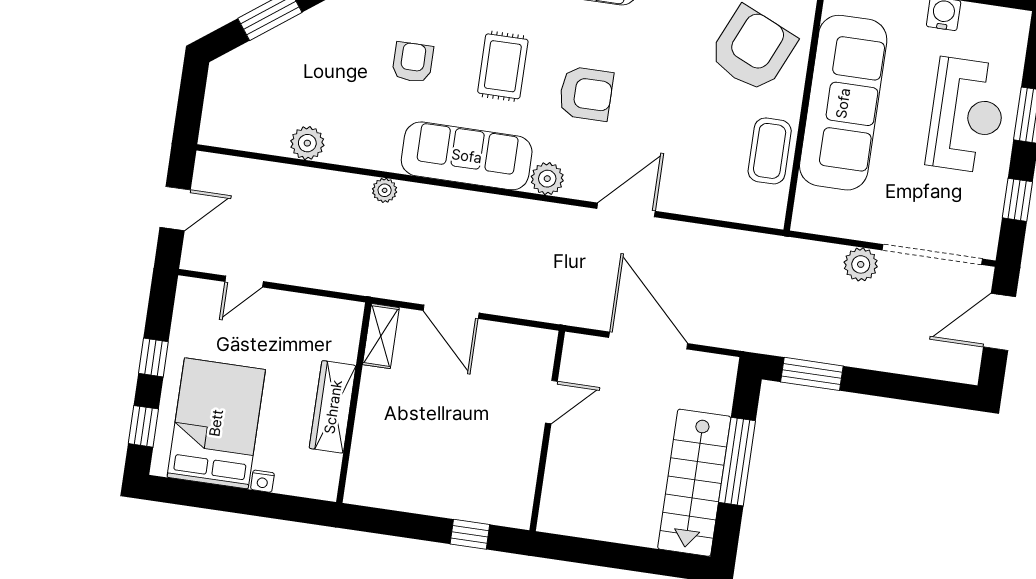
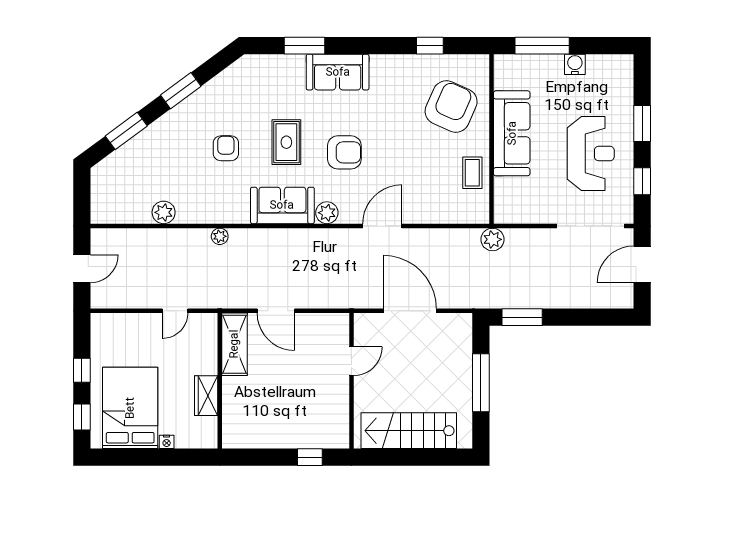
sofa: (843, 103) -> (512, 133), width x0.74, depth x0.79
reception desk: (967, 115) -> (591, 153), moved
coffee table: (770, 151) -> (472, 173), width x0.73, depth x0.77
sofa: (467, 156) -> (282, 205), width x0.73
plant: (861, 264) -> (492, 239), moved
door: (244, 282) -> (175, 311), moved
shelving: (381, 336) -> (234, 344), width x1.50, depth x1.33
wardrobe: (333, 407) -> (206, 396), width x0.67
stairs: (694, 483) -> (409, 431), moved, turned 90

